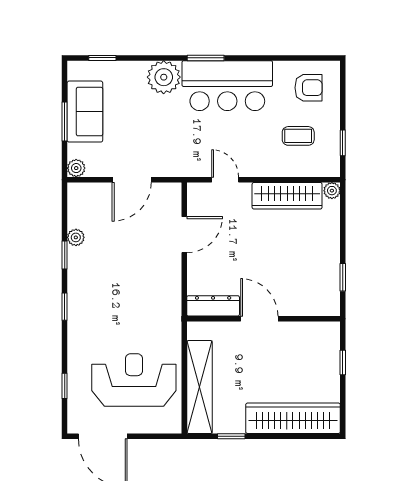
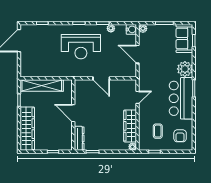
sofa: (85, 112) -> (184, 38), moved, turned 90
water cooler: (78, 193) -> (131, 29), added
door: (184, 235) -> (101, 78), moved
dresser: (213, 306) -> (79, 138), moved
door: (259, 319) -> (73, 113), swing flipped
reception desk: (134, 380) -> (81, 47), moved, turned 90

